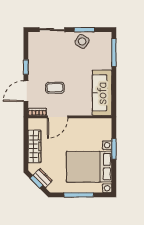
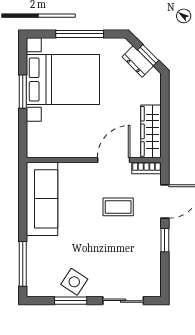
wardrobe: (34, 146) -> (151, 131), moved
window: (114, 149) -> (23, 92), moved

